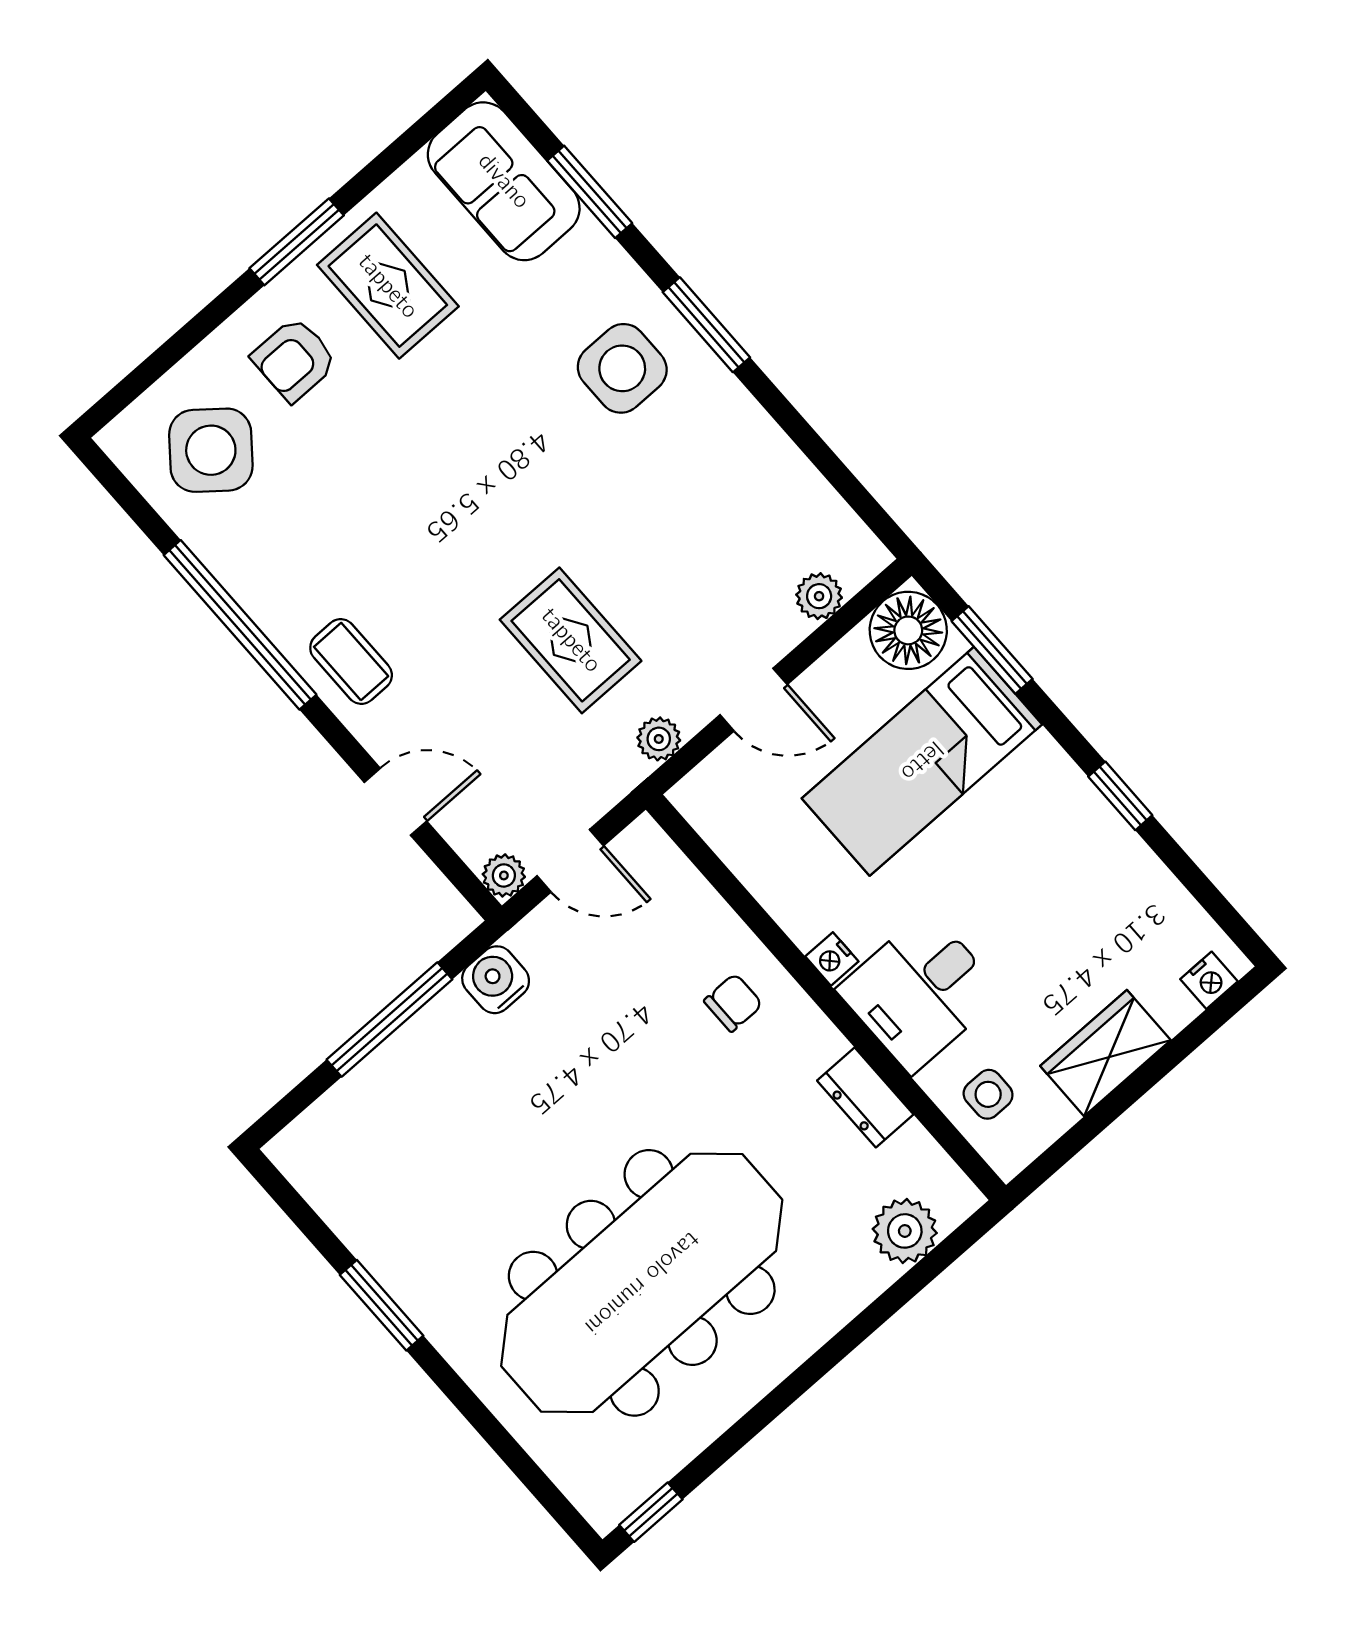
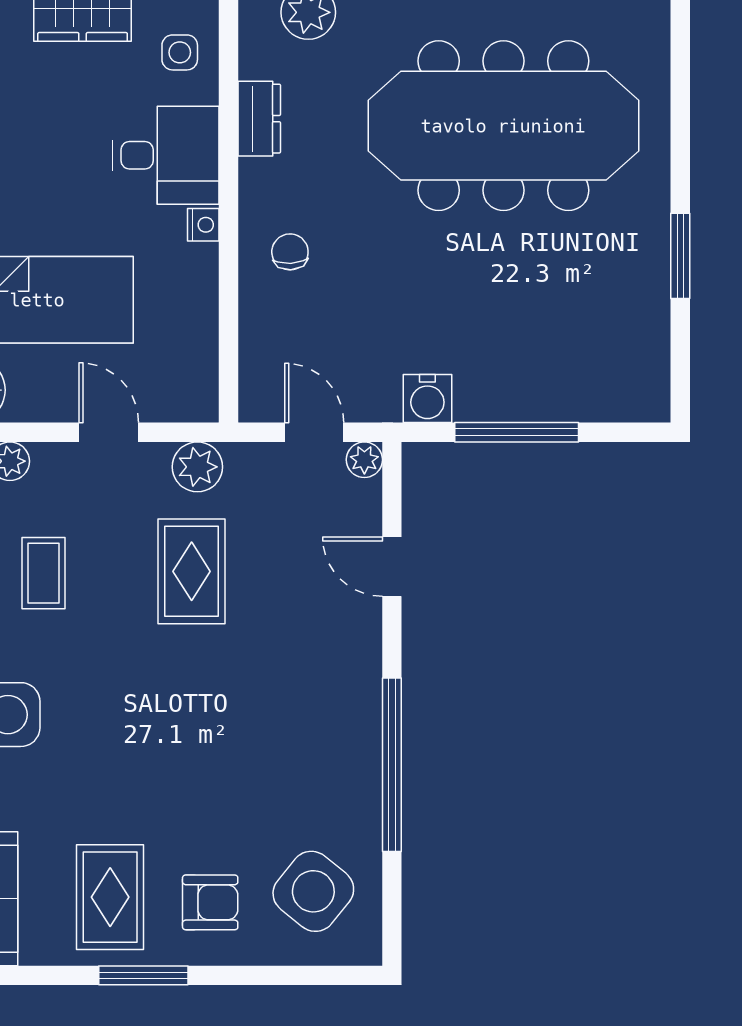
coffee table: (351, 661) -> (43, 573), moved
plant: (659, 739) -> (197, 467), width x1.38, depth x1.38
chair: (733, 1003) -> (290, 252), turned 87

